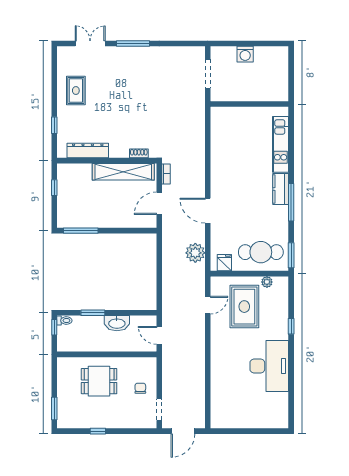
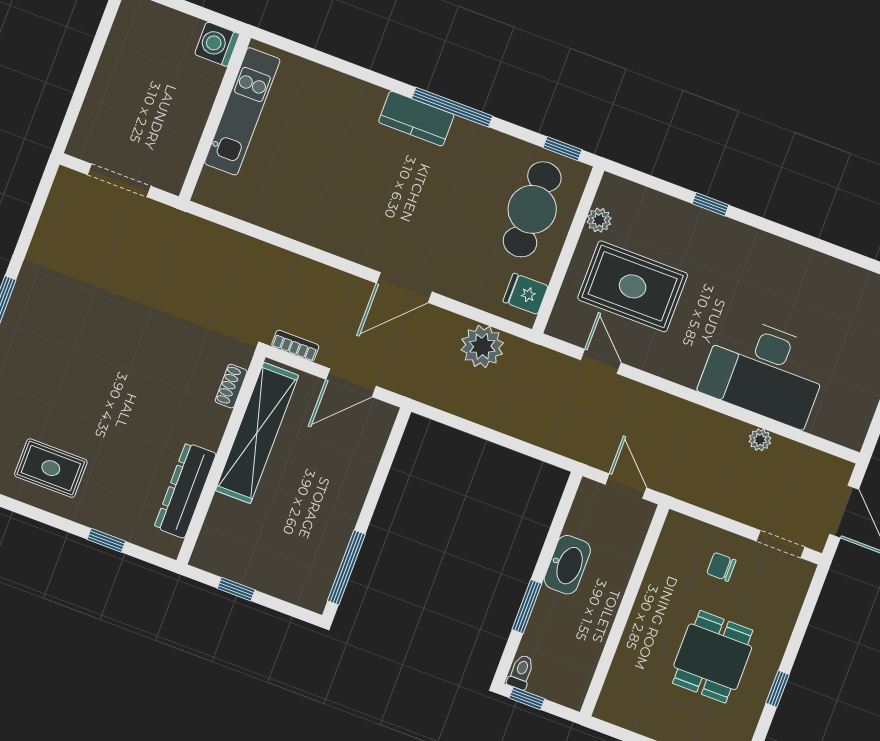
washing machine: (245, 54) -> (217, 44), moved, turned 180
kitchen unit: (281, 144) -> (242, 111), moved, turned -90
door: (159, 203) -> (351, 383), hinge flipped
window: (291, 255) -> (563, 149), width x0.67
door: (159, 335) -> (626, 486), swing flipped
desk: (269, 366) -> (765, 371), moved, turned 180
dining table: (99, 381) -> (713, 657), moved
plant: (200, 384) -> (760, 440), added

